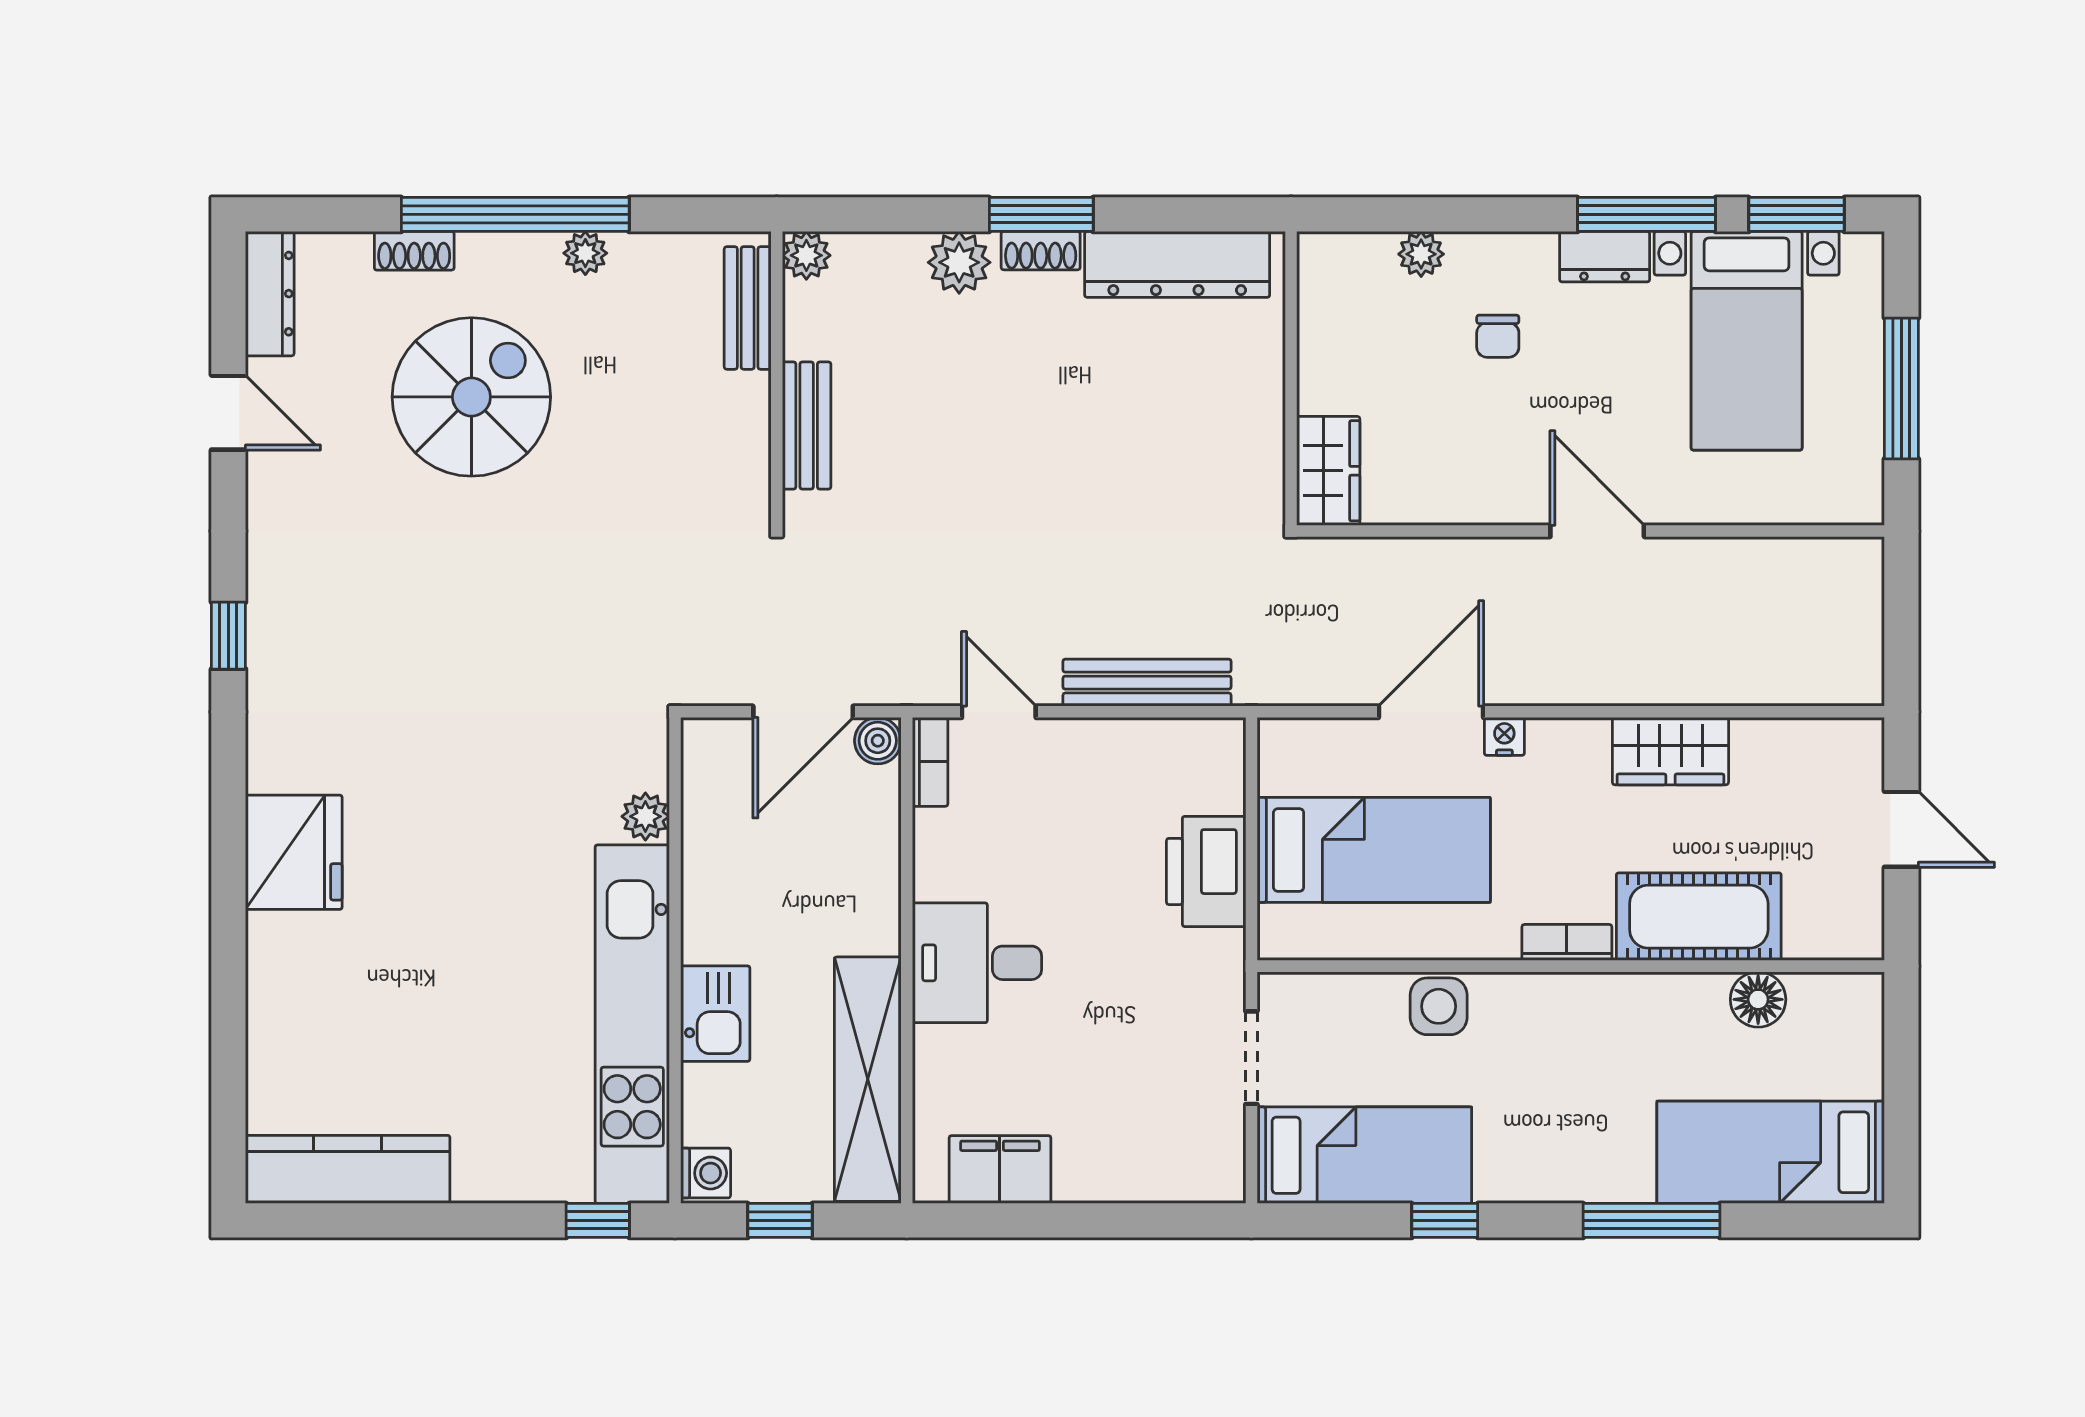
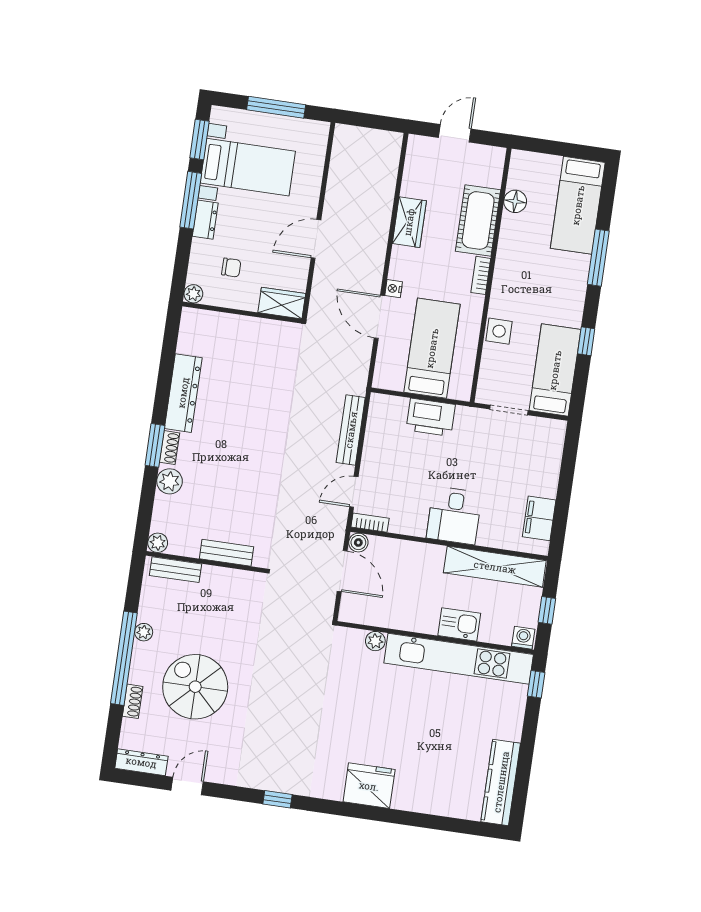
wall: (1291, 378) -> (242, 313), moved
wardrobe: (1328, 471) -> (282, 303), moved

